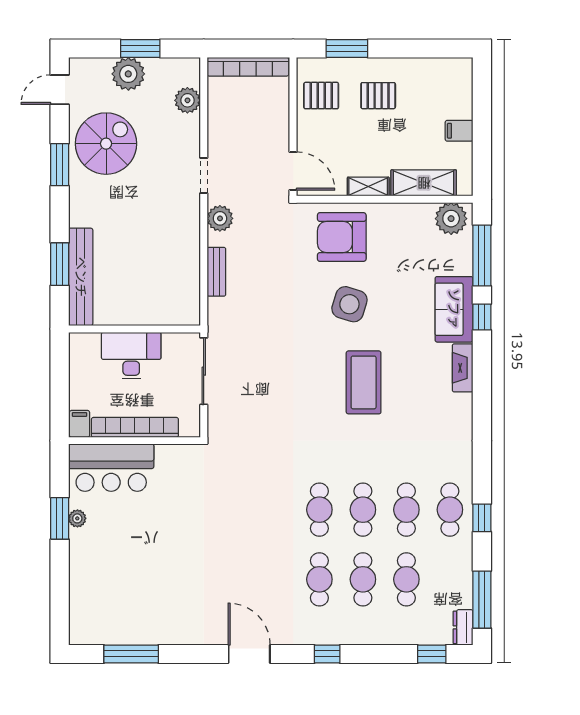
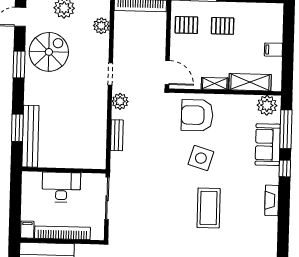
sofa: (454, 309) -> (268, 145), moved

